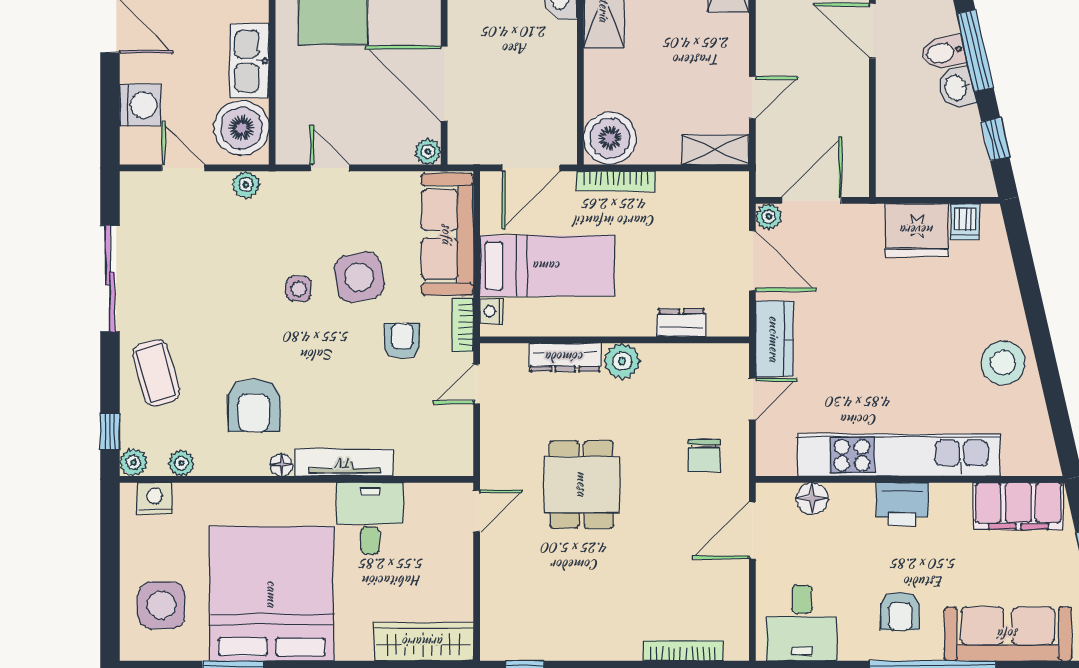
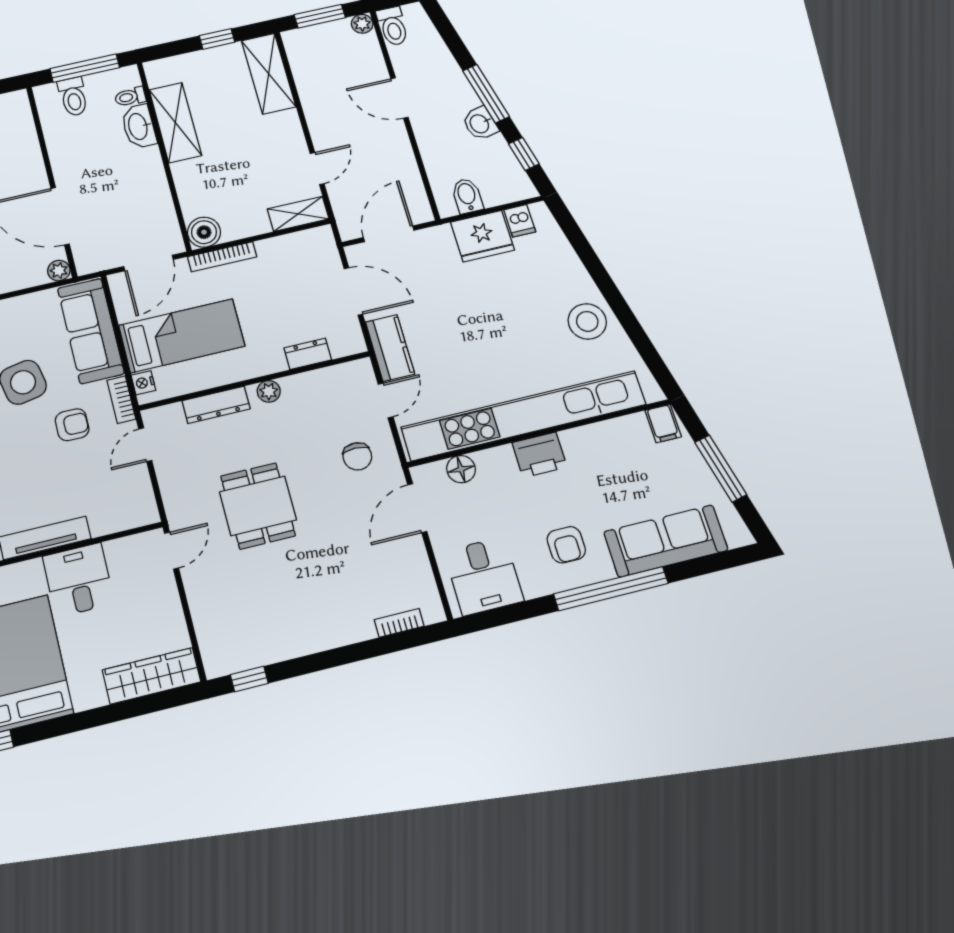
bidet: (943, 52) -> (467, 196), moved, turned 103
boiler: (610, 138) -> (204, 232), width x0.73, depth x0.73
plant: (769, 217) -> (357, 254), removed
armchair: (402, 341) -> (72, 425), turned 90
plant: (622, 361) -> (269, 391), width x0.73, depth x0.73
kitchen unit: (899, 455) -> (524, 416), width x1.36
filing cabinet: (1018, 506) -> (663, 424), width x0.33, depth x0.86
bookcase: (683, 651) -> (399, 623), width x0.64

